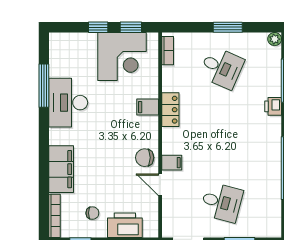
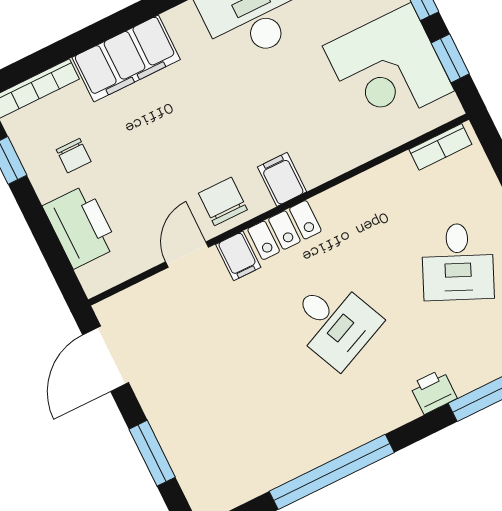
filing cabinet: (148, 107) -> (282, 179), moved
locker: (170, 110) -> (284, 230), moved
desk: (222, 202) -> (334, 323), moved, turned -39

